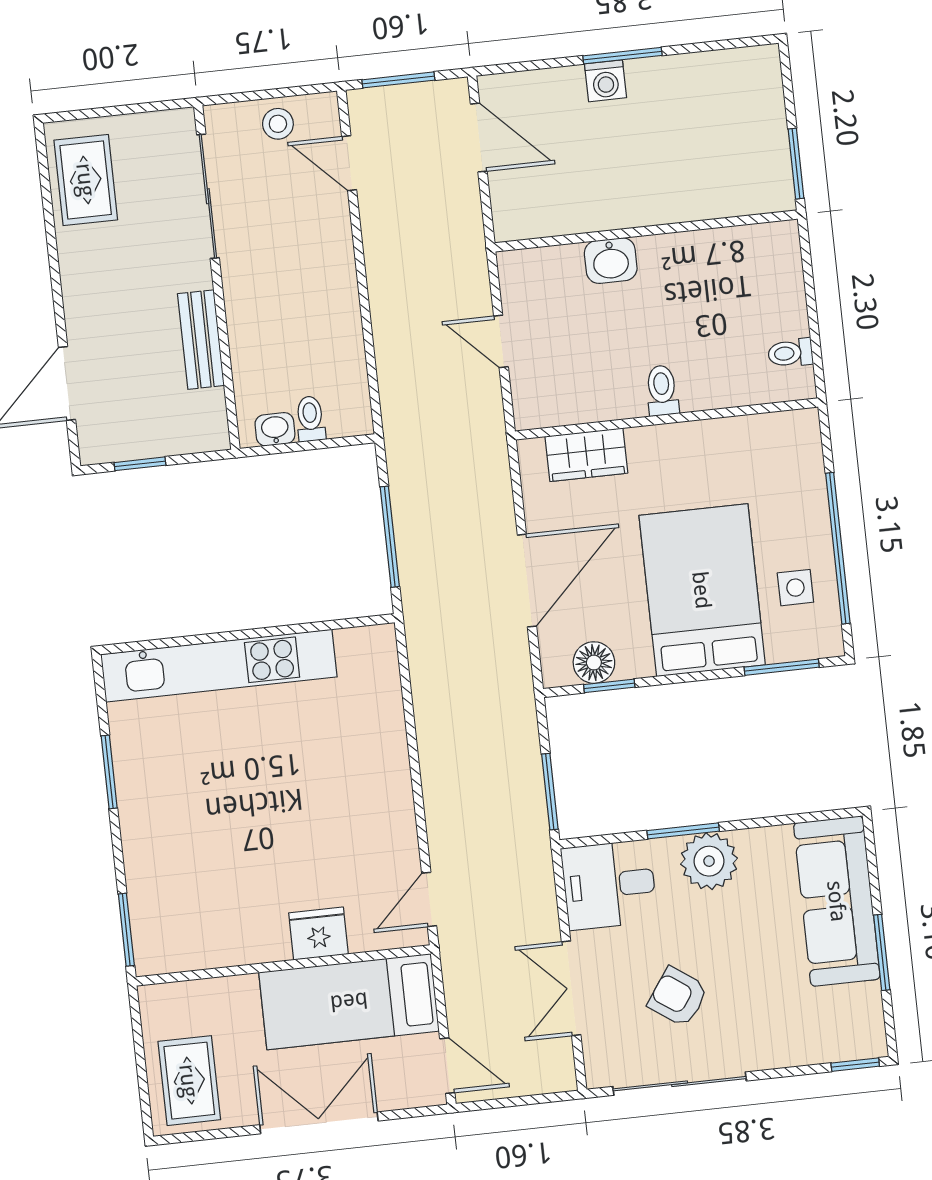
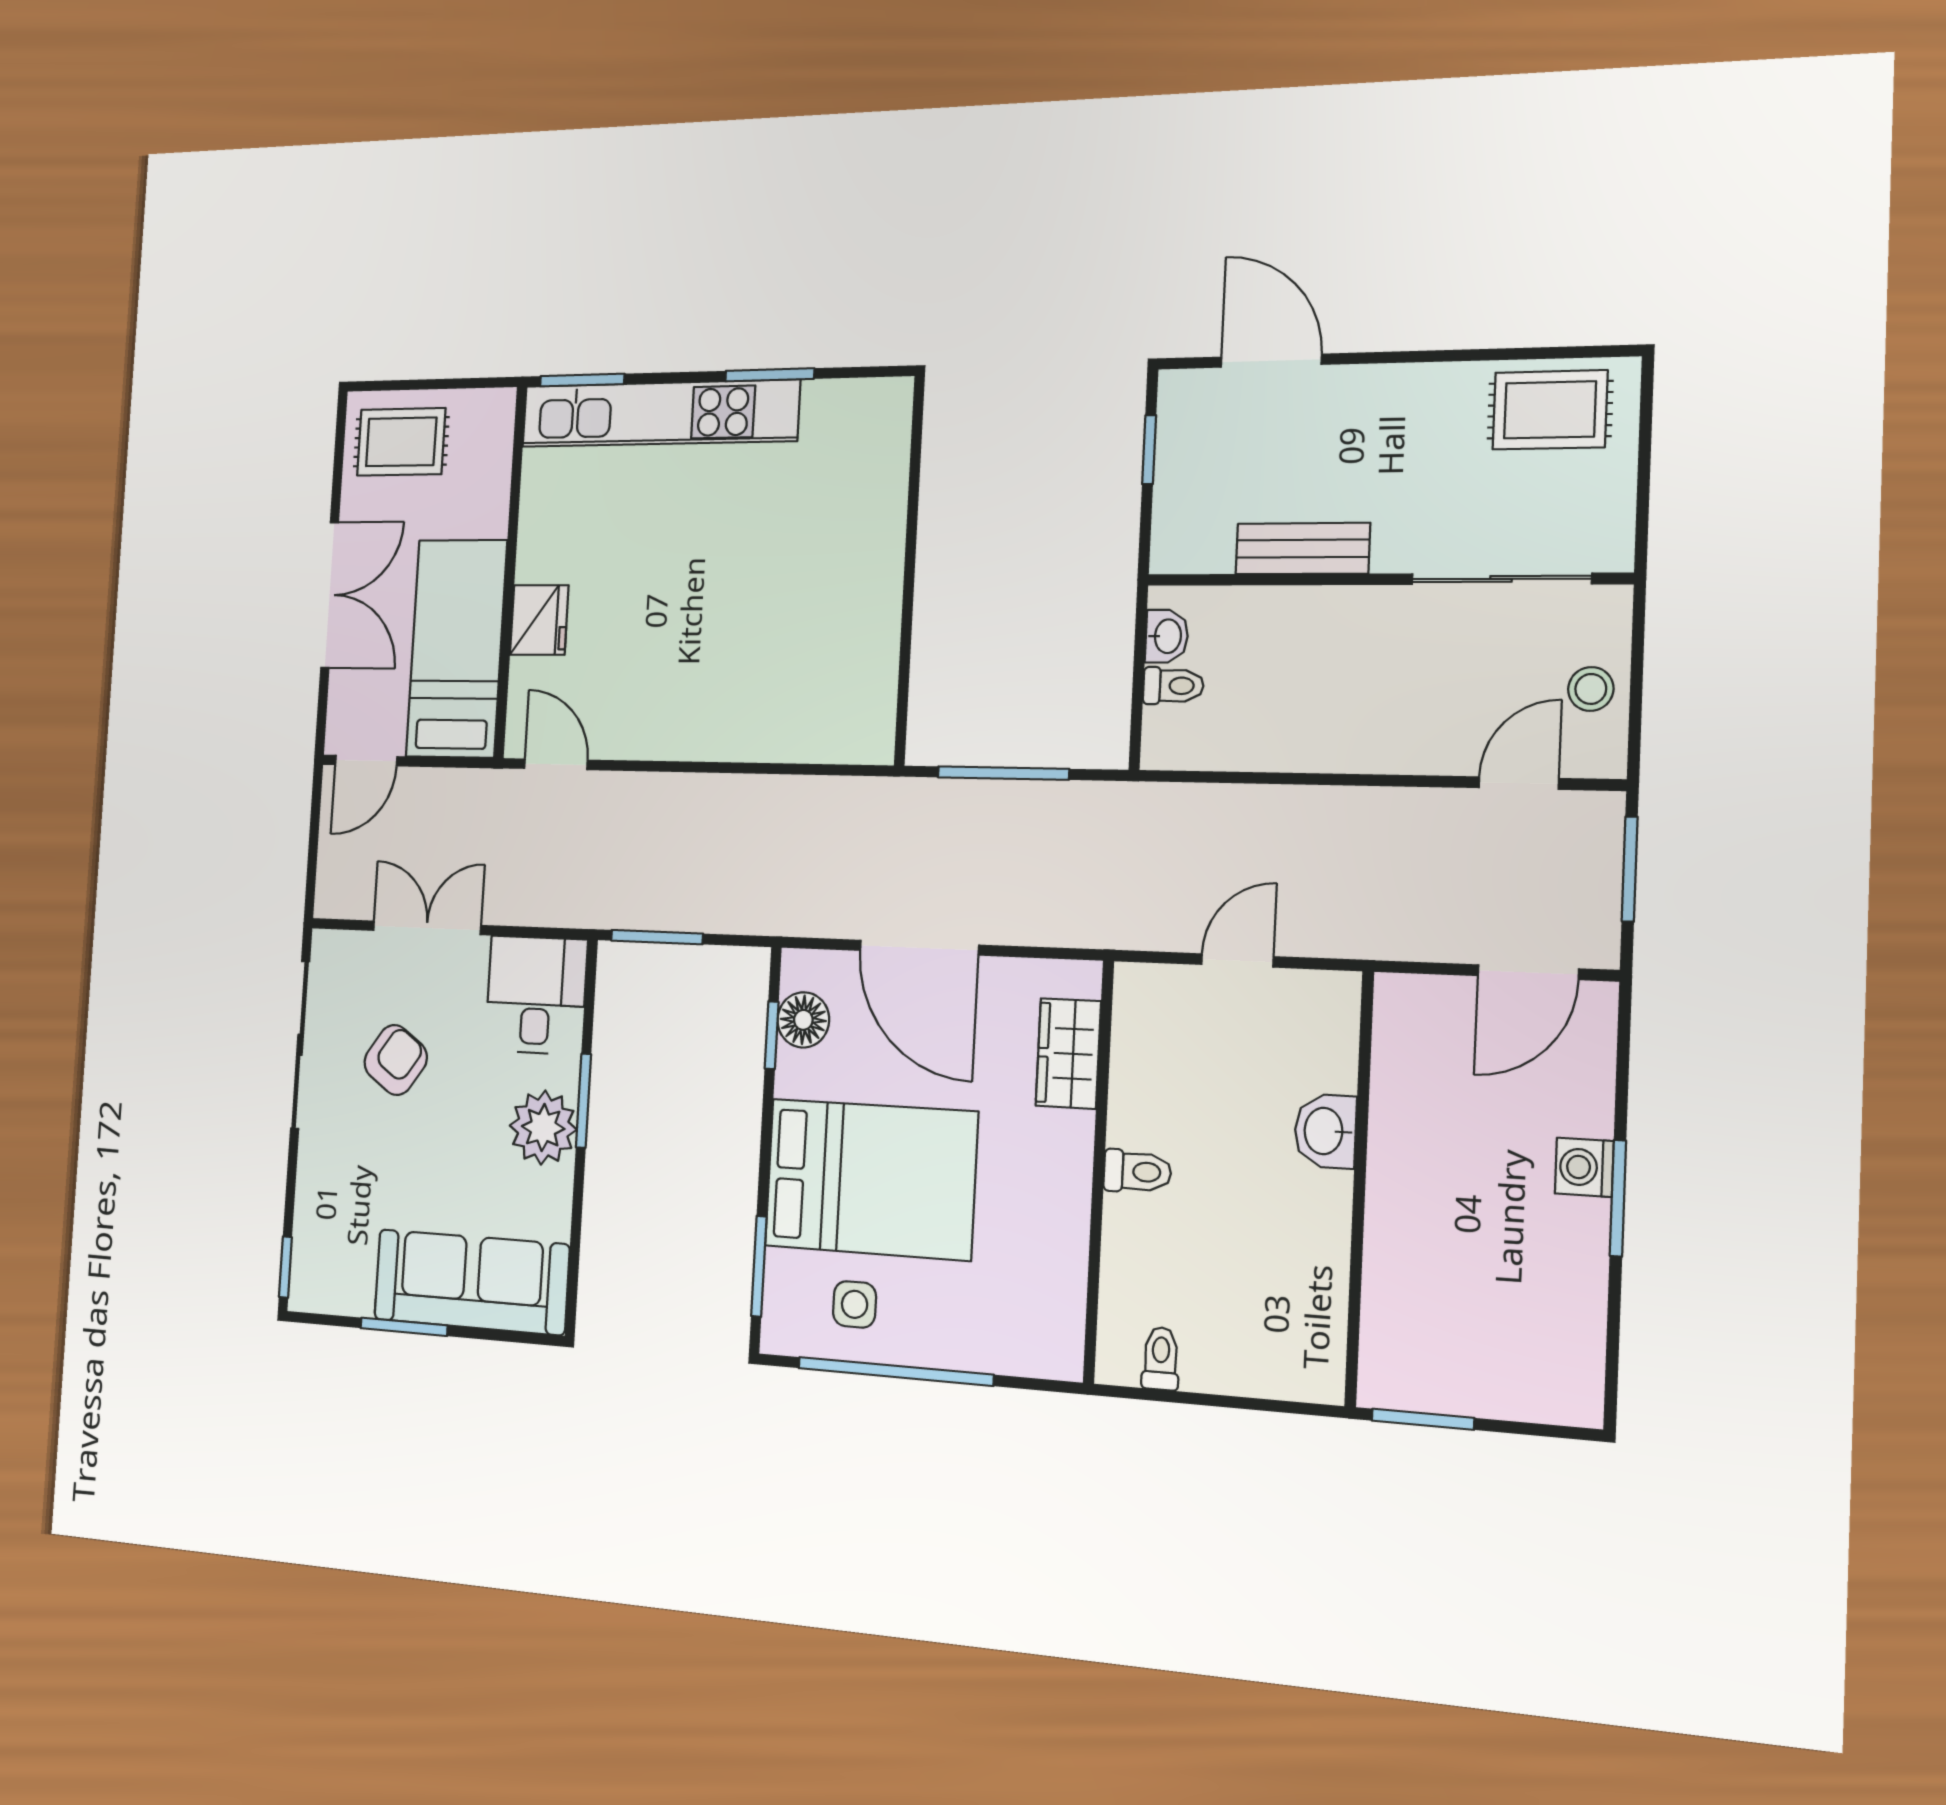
kitchen unit: (219, 666) -> (659, 413), moved, turned -90

